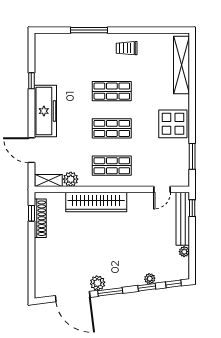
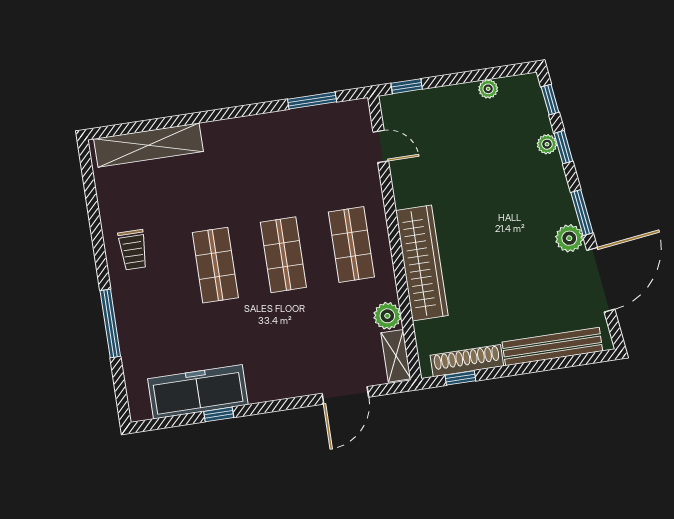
freezer: (45, 111) -> (198, 392), moved
display table: (173, 124) -> (258, 145), removed
bench: (183, 219) -> (552, 346), moved

